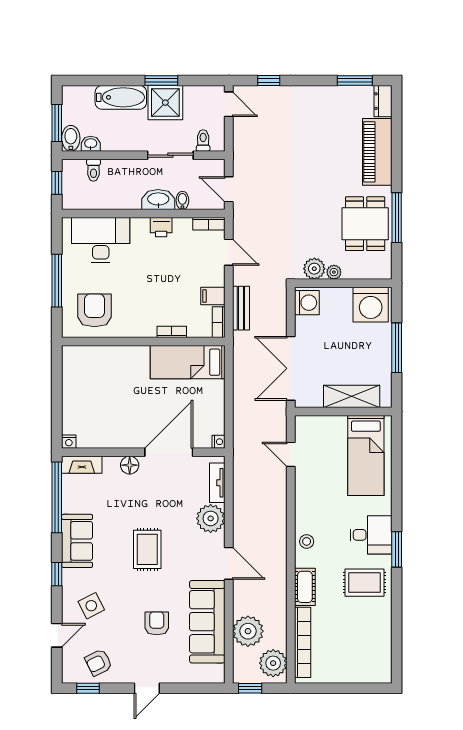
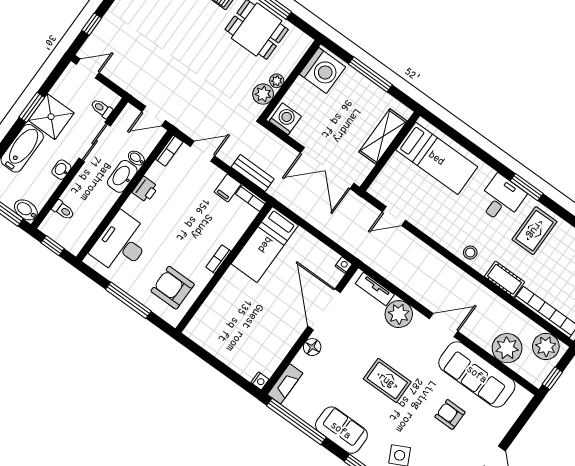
washbasin: (91, 144) -> (61, 170), moved
bookcase: (172, 332) -> (218, 259), moved

